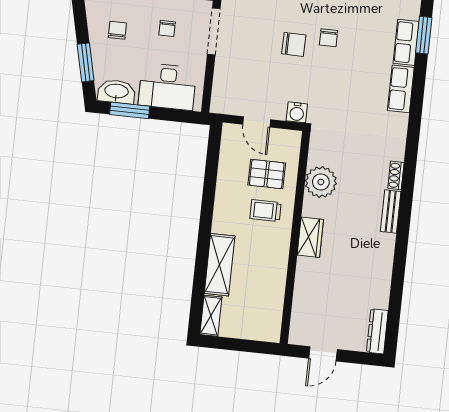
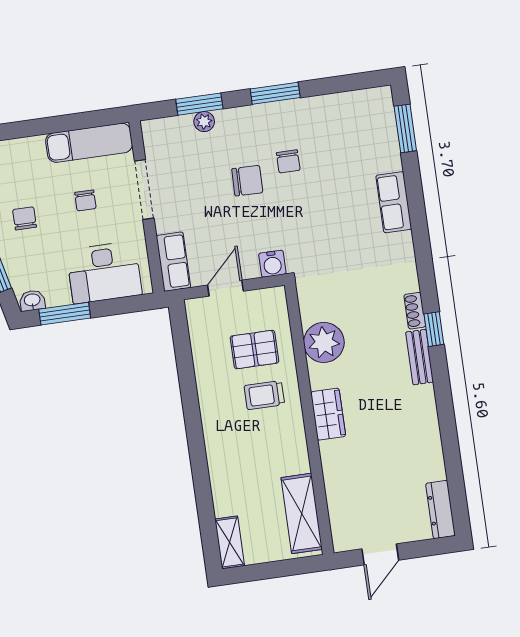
row of seats: (406, 42) -> (173, 262), moved, turned 180
washbasin: (116, 92) -> (32, 300), width x0.52, depth x0.69
door: (257, 122) -> (226, 288), swing flipped
window: (407, 193) -> (434, 329), added
shelving: (220, 265) -> (302, 513), moved

